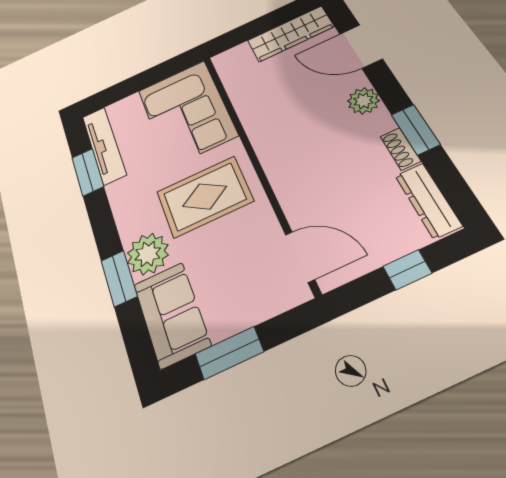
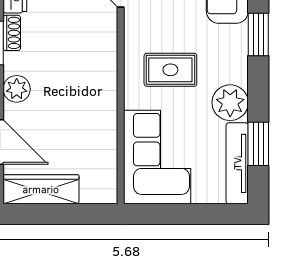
rug: (205, 196) -> (170, 70), width x0.73, depth x0.70
plant: (148, 254) -> (230, 103), moved

